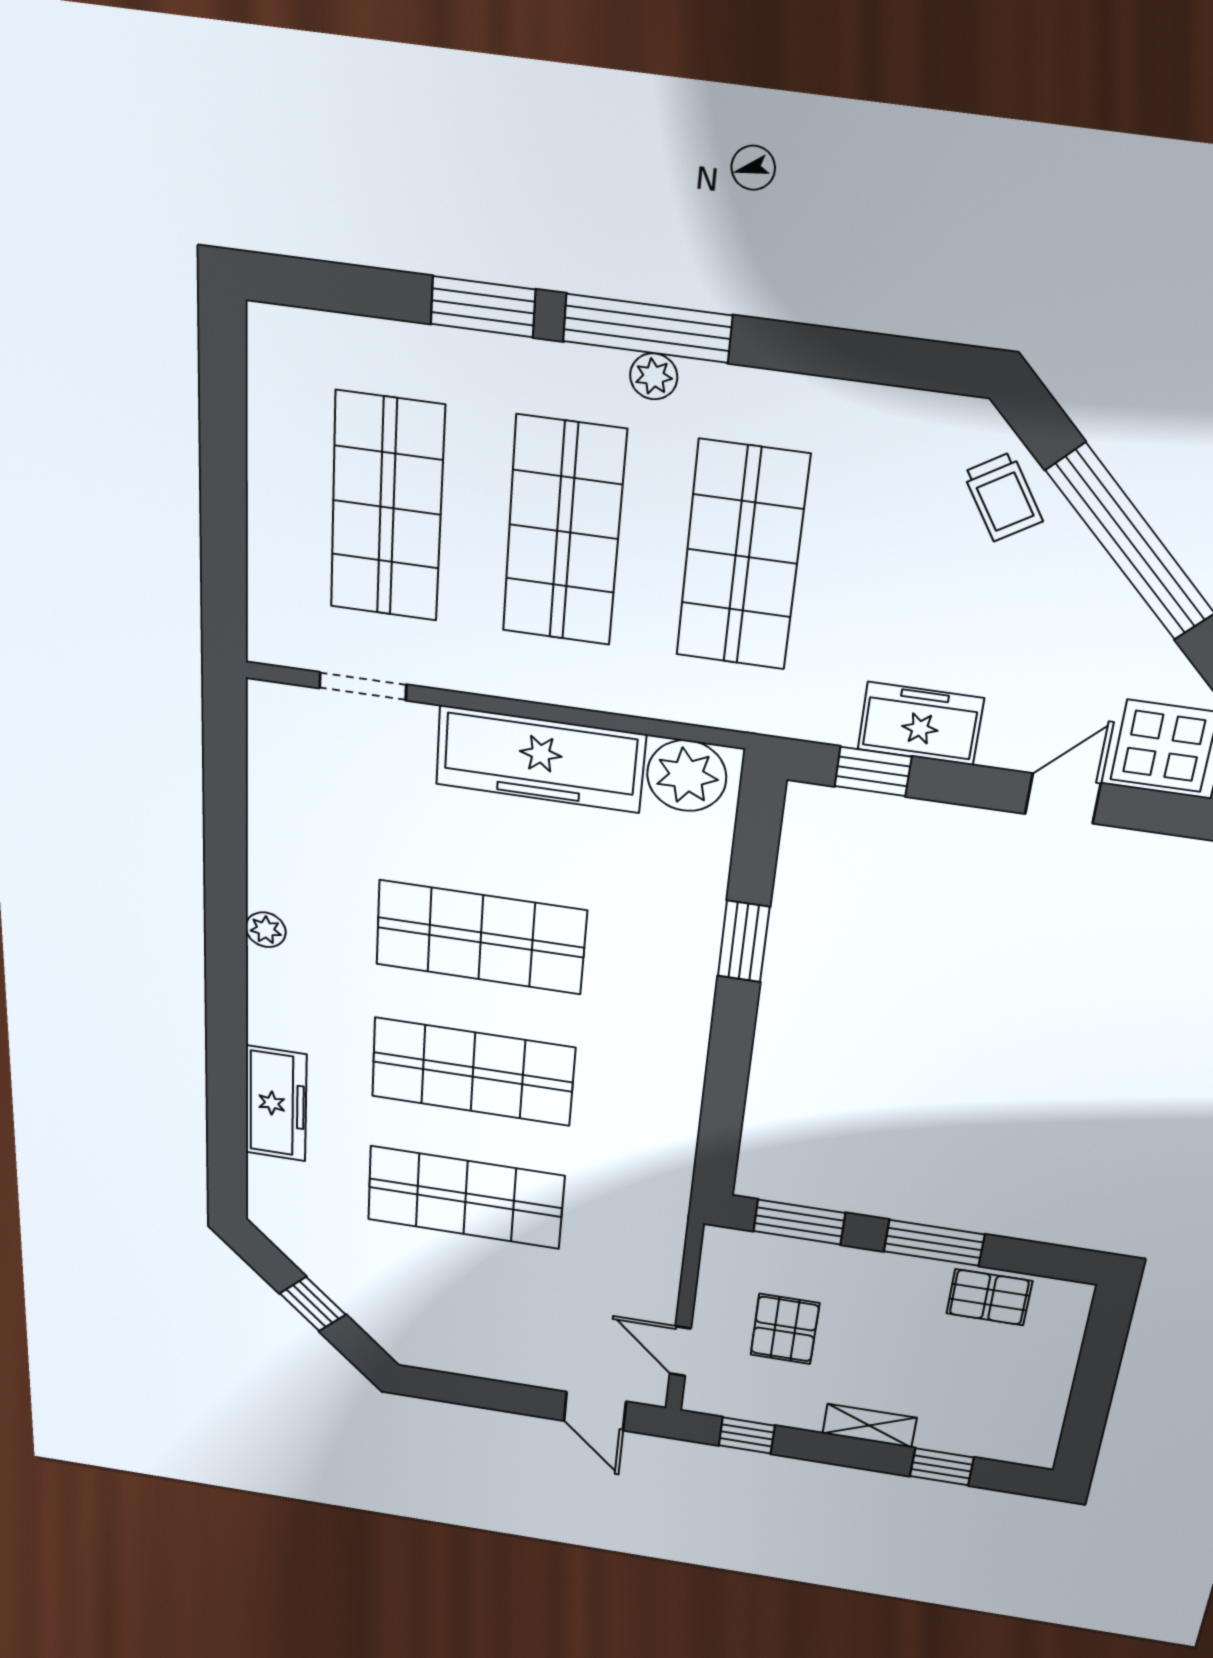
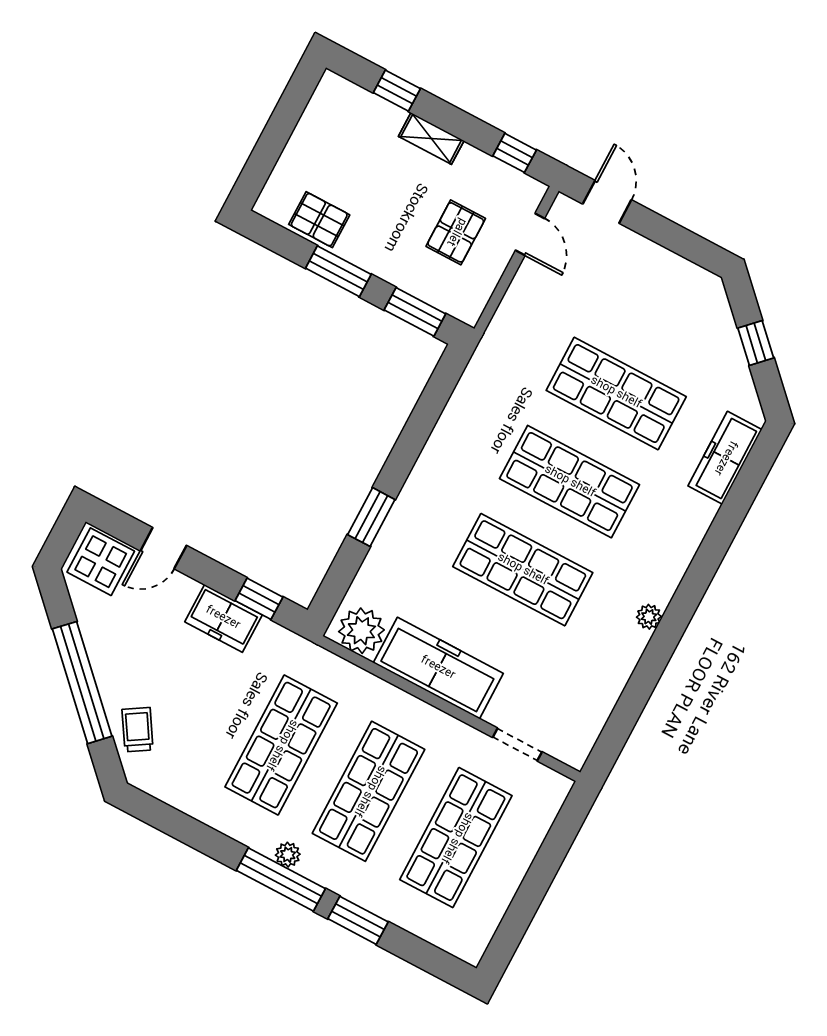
freezer: (276, 1104) -> (725, 458), moved

